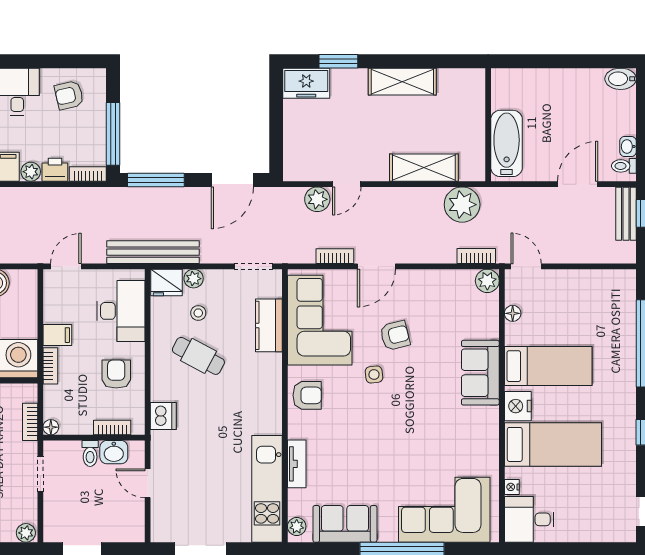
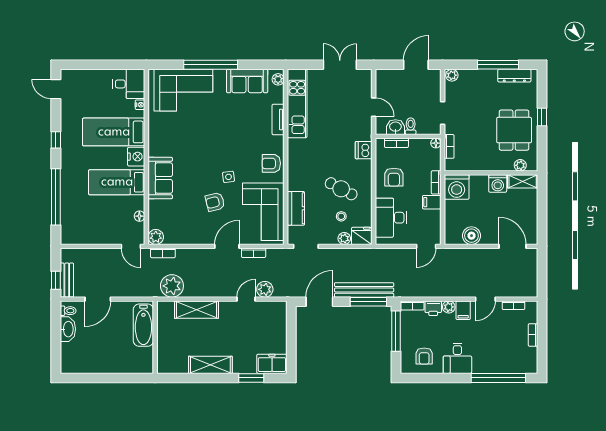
bidet: (621, 79) -> (70, 367), removed
armchair: (69, 95) -> (424, 356), turned 103
washbasin: (628, 146) -> (68, 329), width x1.91, depth x1.45
bench: (153, 252) -> (364, 290), moved

